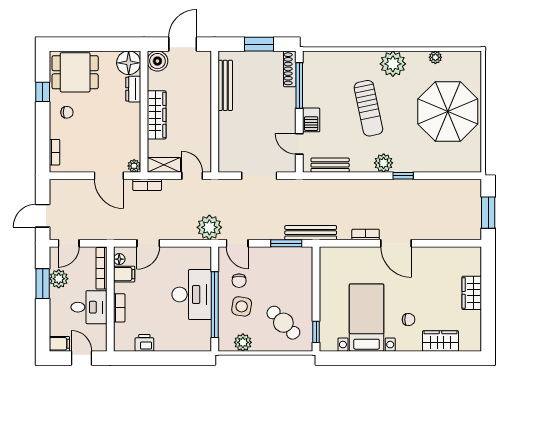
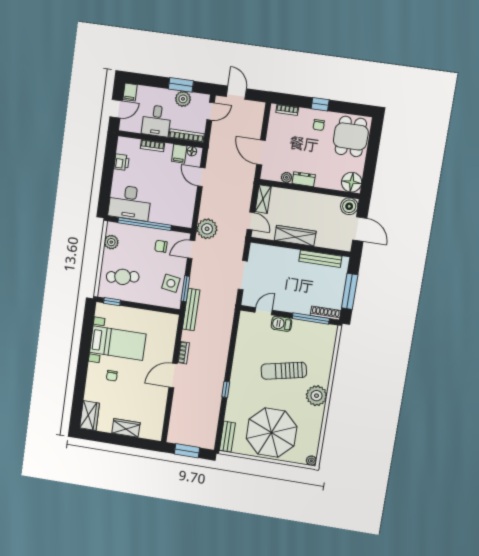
window: (259, 44) -> (350, 291), width x1.44
plant: (435, 57) -> (311, 461), moved
dresser: (133, 89) -> (304, 179), moved
window: (43, 92) -> (320, 104), moved
wardrobe: (157, 115) -> (295, 236), moved, turned 180
plant: (384, 163) -> (238, 376), removed
bench: (330, 165) -> (227, 437), moved
plant: (134, 166) -> (286, 177), moved
door: (109, 176) -> (261, 152), hinge flipped
door: (192, 176) -> (251, 221), hinge flipped
bookcase: (147, 185) -> (249, 183), removed
door: (69, 243) -> (211, 111), swing flipped
desk: (192, 295) -> (130, 203), moved
side table: (242, 306) -> (171, 283), moved
cafe table: (283, 323) -> (123, 277), turned 35
wardrobe: (441, 341) -> (90, 416), moved

